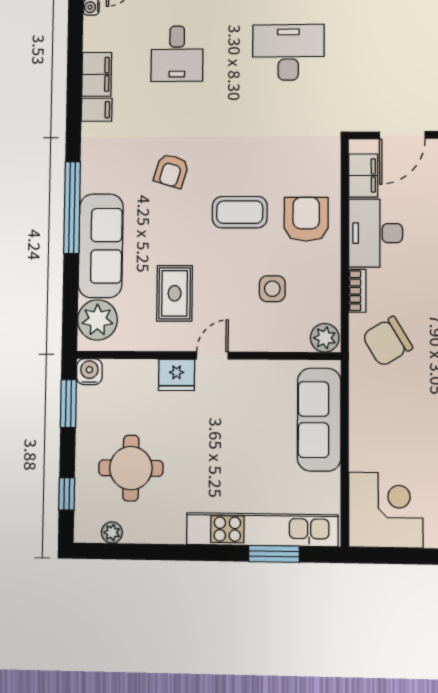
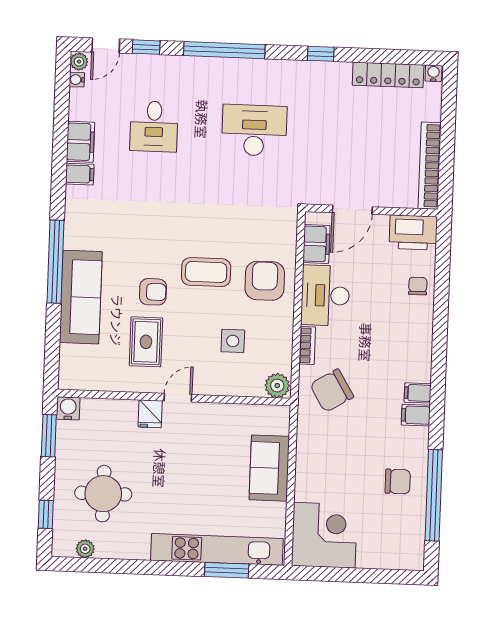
armchair: (171, 171) -> (153, 292), moved, turned -107
plant: (97, 320) -> (76, 363), removed
fridge: (177, 375) -> (150, 414), width x0.72
sofa: (319, 420) -> (269, 468), width x0.73

